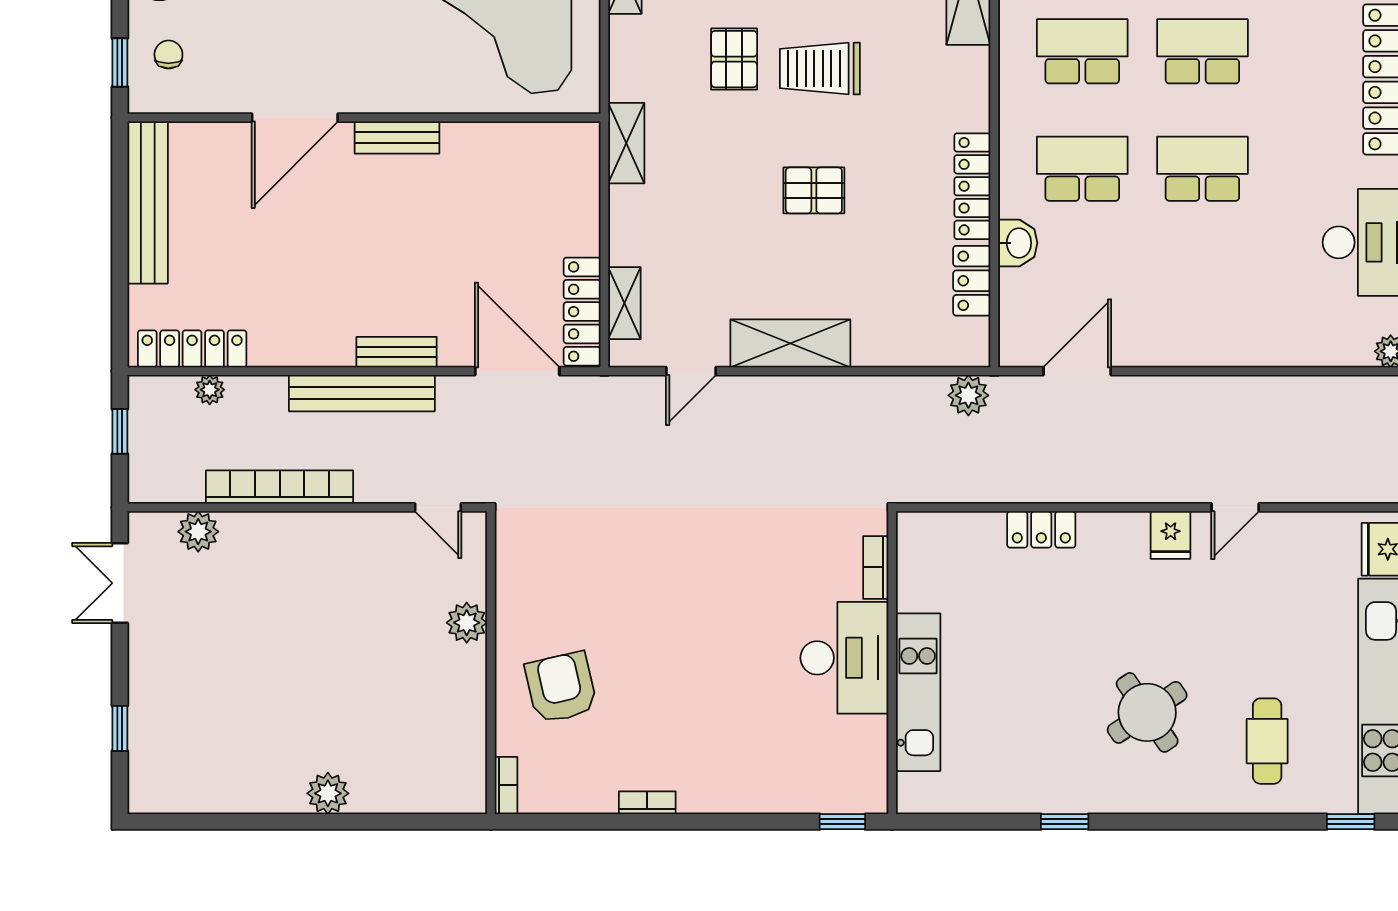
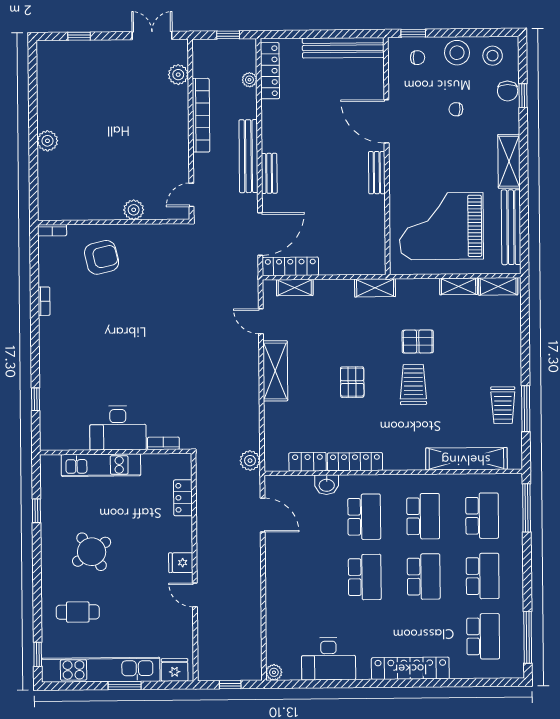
bookcase: (876, 567) -> (163, 443), moved
desk: (844, 658) -> (118, 428), moved
wall: (892, 663) -> (116, 452), moved
kitchen unit: (918, 692) -> (101, 465), moved

